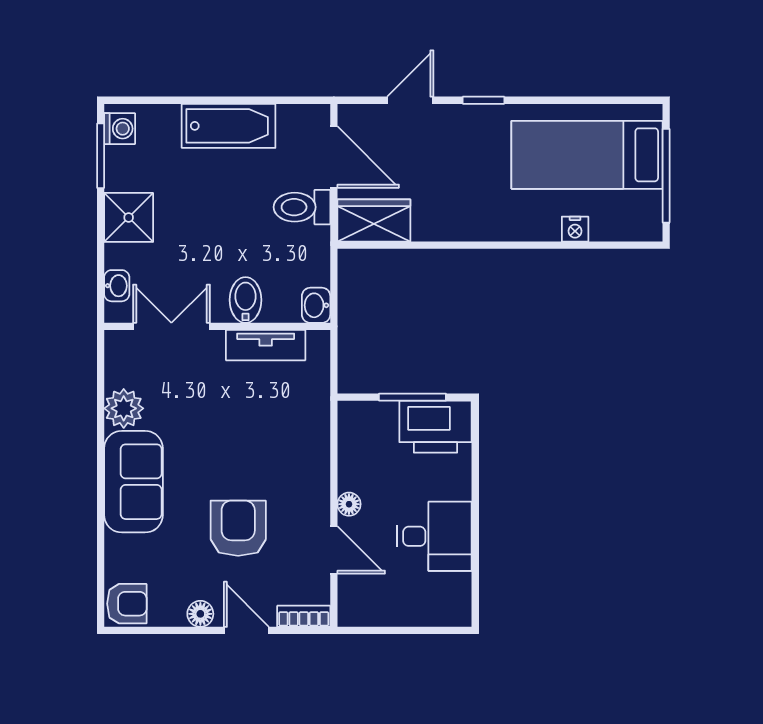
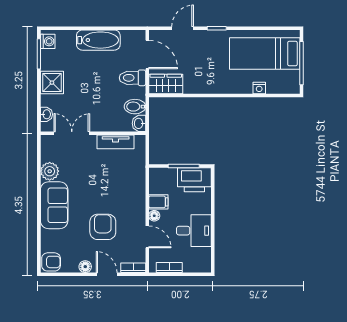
bidet: (246, 300) -> (135, 107), moved, turned -90
filing cabinet: (358, 474) -> (158, 202), added
bookcase: (381, 616) -> (169, 268), added

